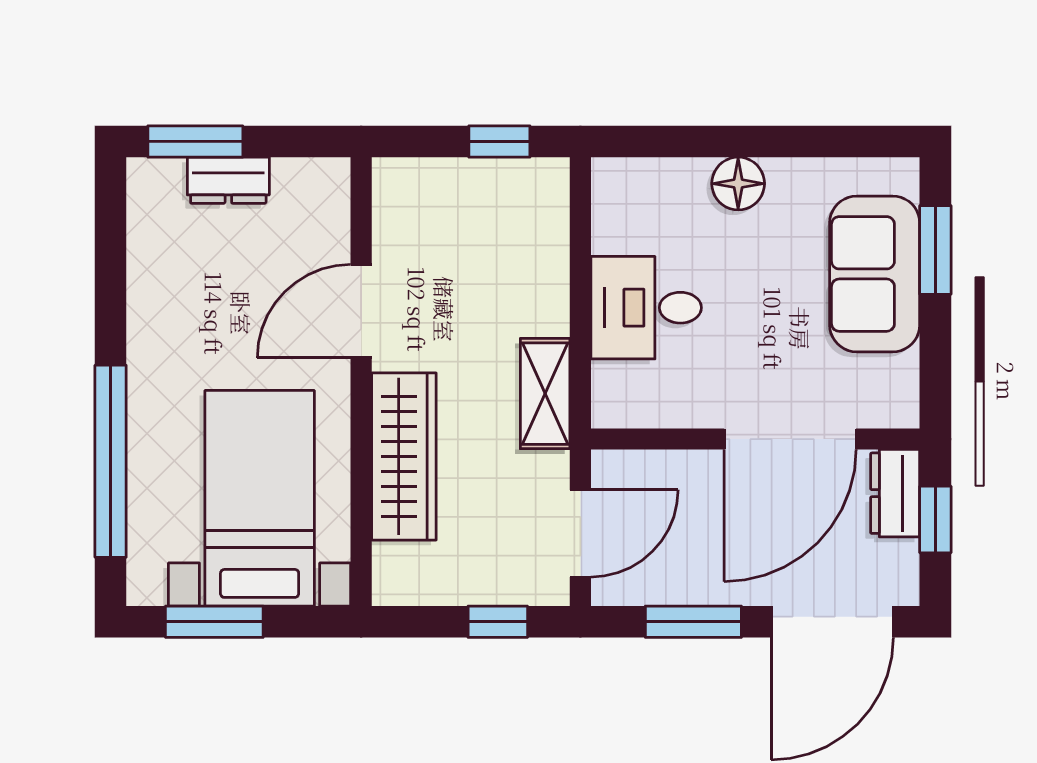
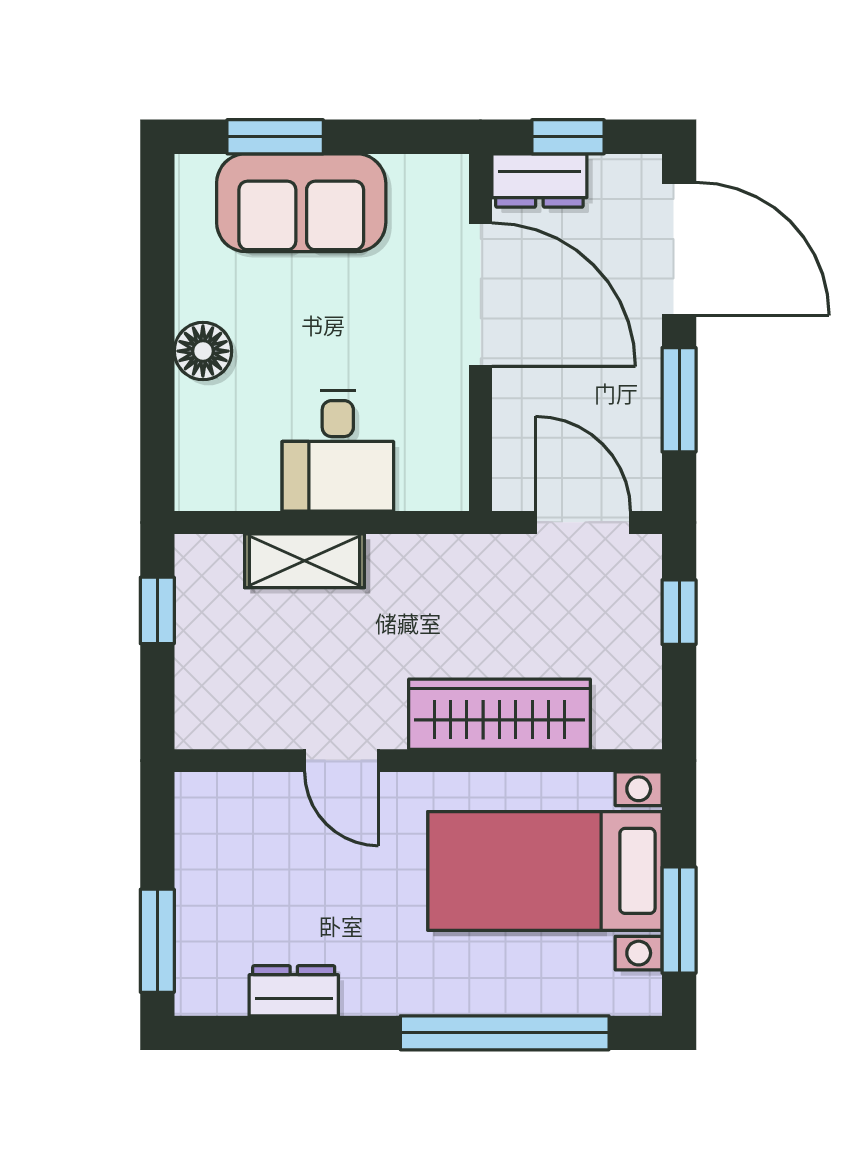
dresser: (228, 180) -> (294, 991), moved, turned -90
door: (361, 311) -> (342, 761), width x0.73
shelving: (545, 394) -> (305, 561), moved

